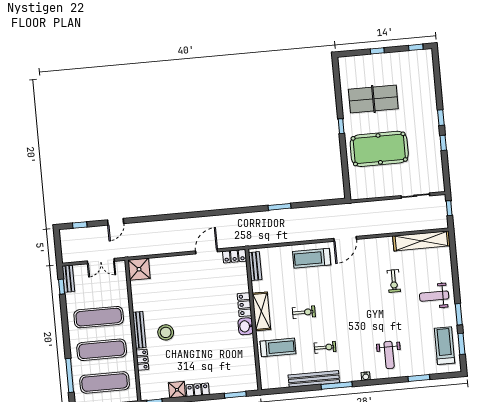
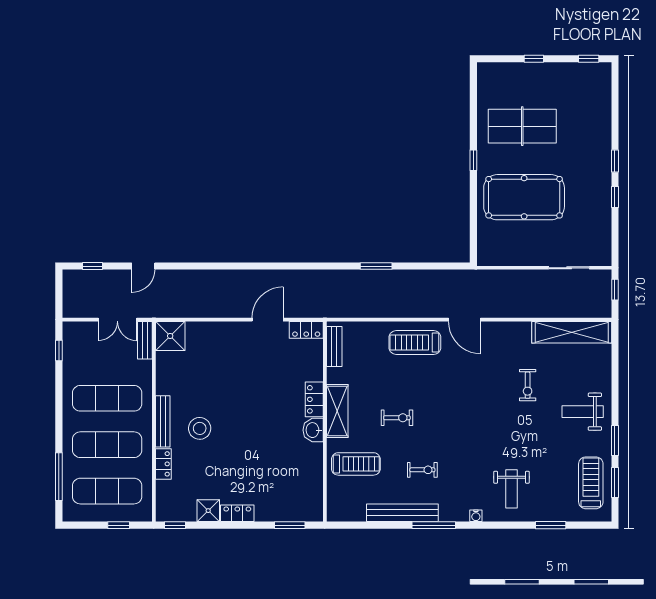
door: (345, 239) -> (465, 320), hinge flipped
bench: (68, 279) -> (145, 340), moved

